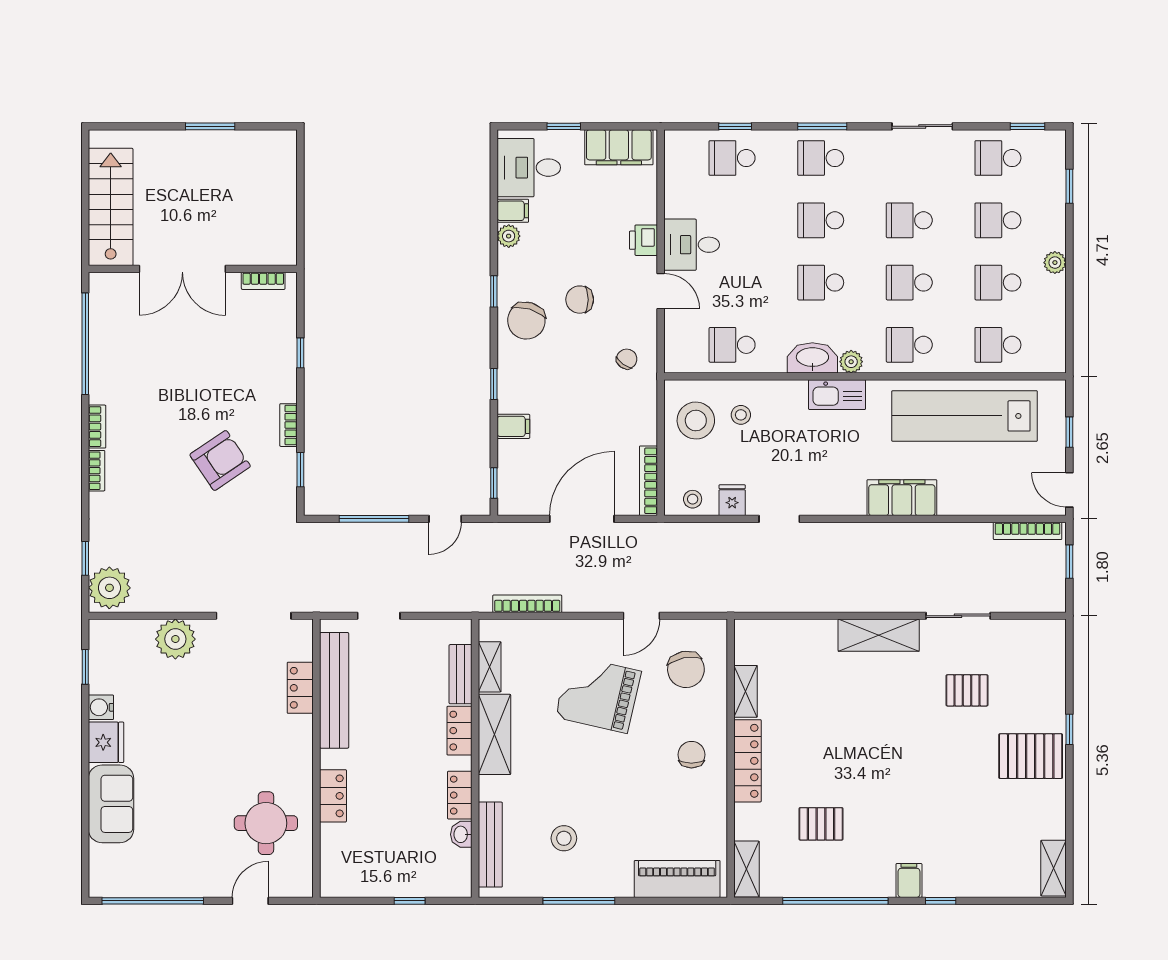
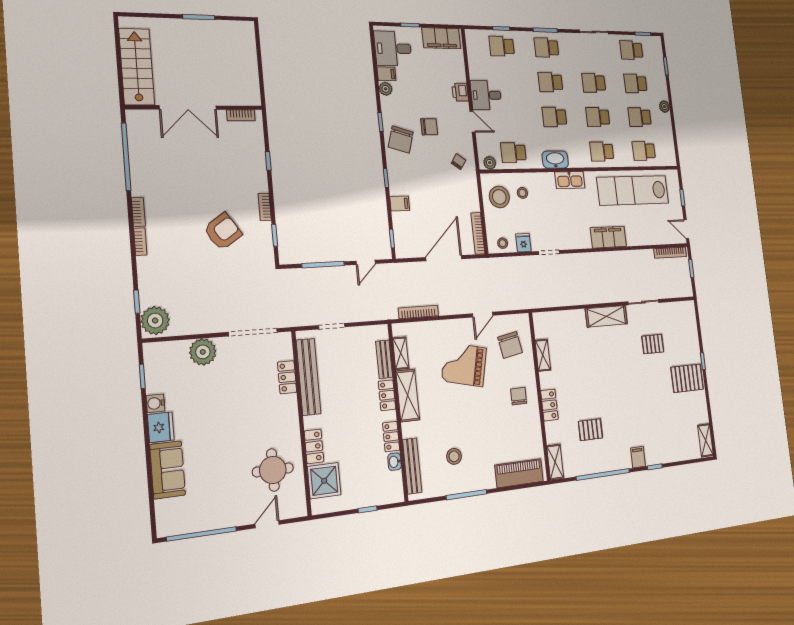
chair: (580, 300) -> (429, 127), turned 180
plant: (851, 362) -> (490, 163), moved
locker: (747, 761) -> (549, 405), width x0.66
shower: (344, 849) -> (324, 481), added

